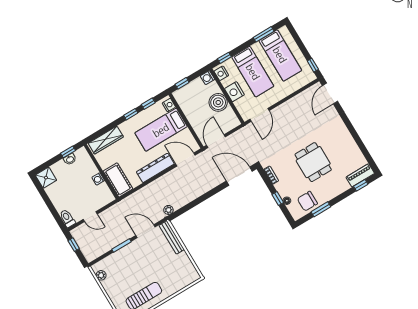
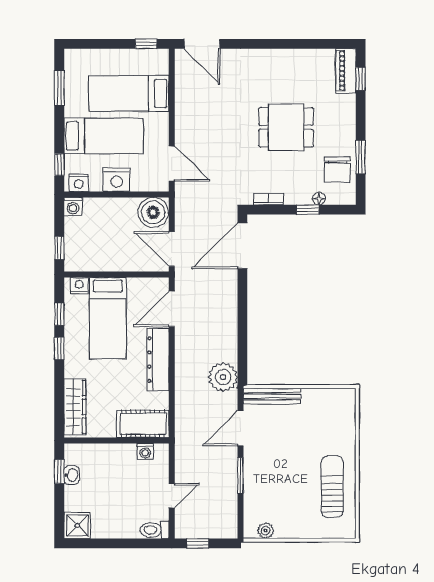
bed: (280, 55) -> (129, 93), moved, turned 180
boiler: (218, 102) -> (153, 212), moved
washing machine: (98, 179) -> (145, 451), moved
plant: (168, 210) -> (223, 377), width x1.87, depth x1.87

